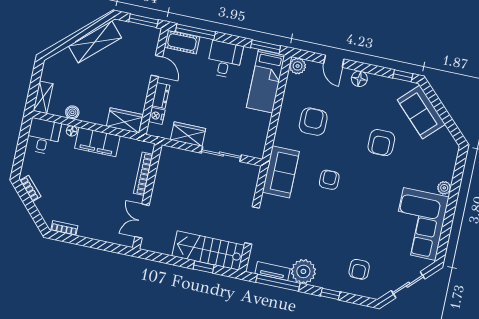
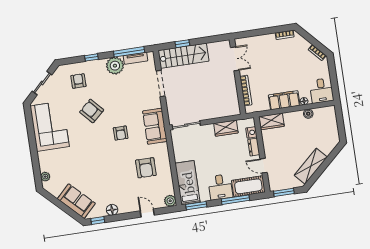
window: (195, 32) -> (235, 200), moved
cot: (182, 42) -> (248, 186), width x1.37, depth x1.34
floor lamp: (359, 79) -> (112, 210), moved
shelving: (43, 97) -> (331, 116), removed
armchair: (381, 143) -> (92, 111), moved, turned -42
sliding door: (221, 154) -> (186, 125), moved
plant: (444, 188) -> (45, 177), moved

